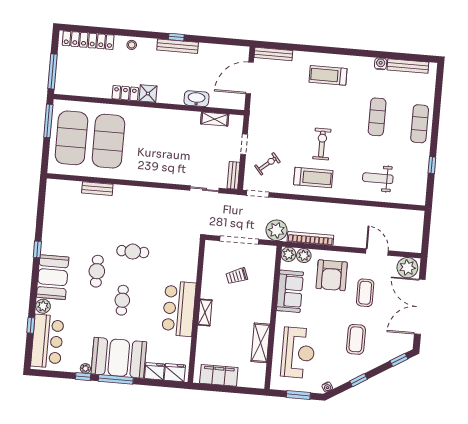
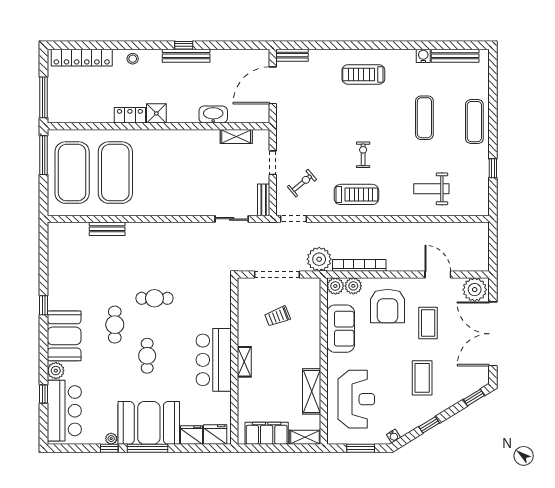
bench: (273, 54) -> (292, 55), width x0.73
exercise bike: (322, 144) -> (363, 155), width x0.73, depth x0.72
shelving: (251, 382) -> (305, 437), added

